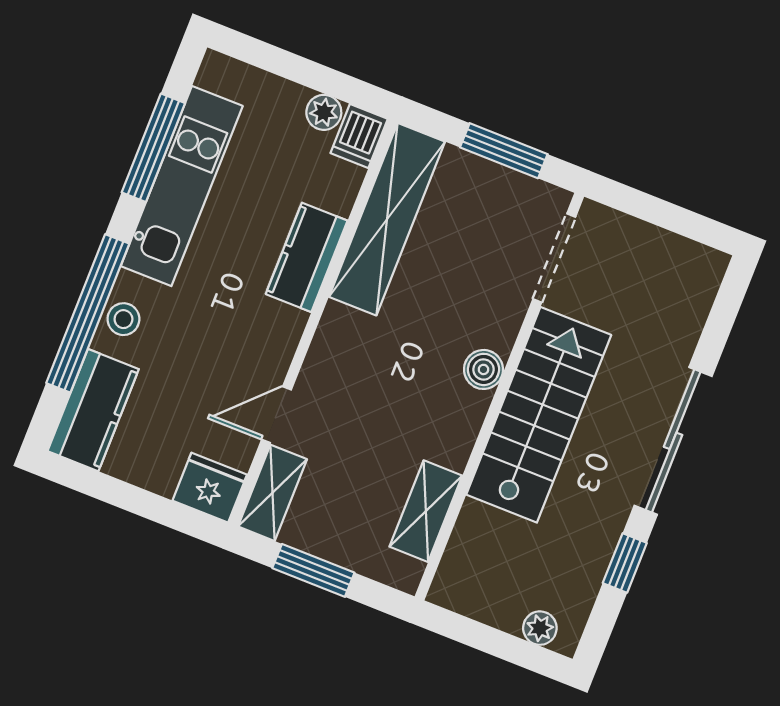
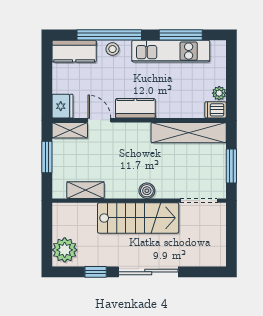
kitchen counter: (307, 257) -> (135, 108), moved
plant: (540, 628) -> (65, 250), width x1.87, depth x1.87

